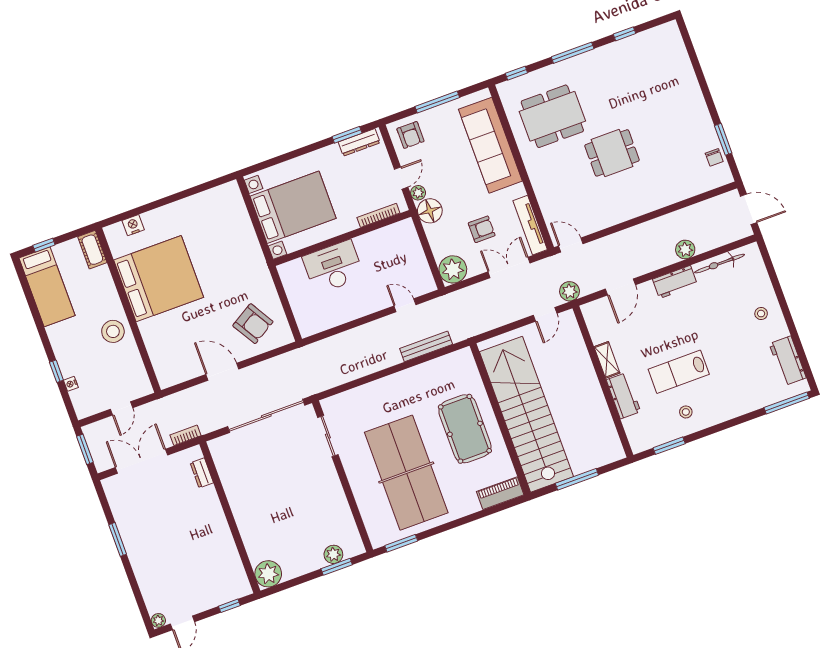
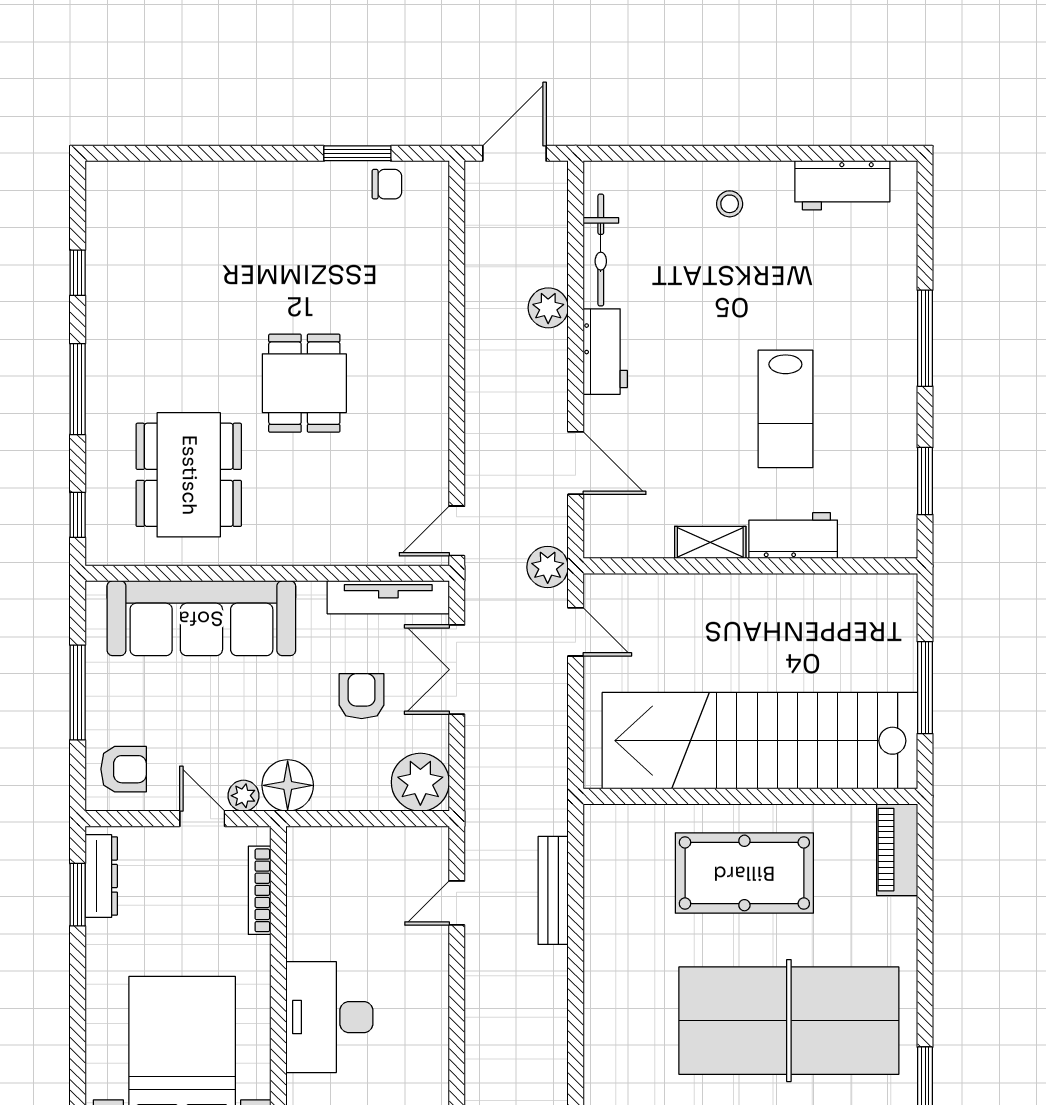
window: (787, 403) -> (925, 338), moved
stool: (686, 412) -> (870, 424), removed

